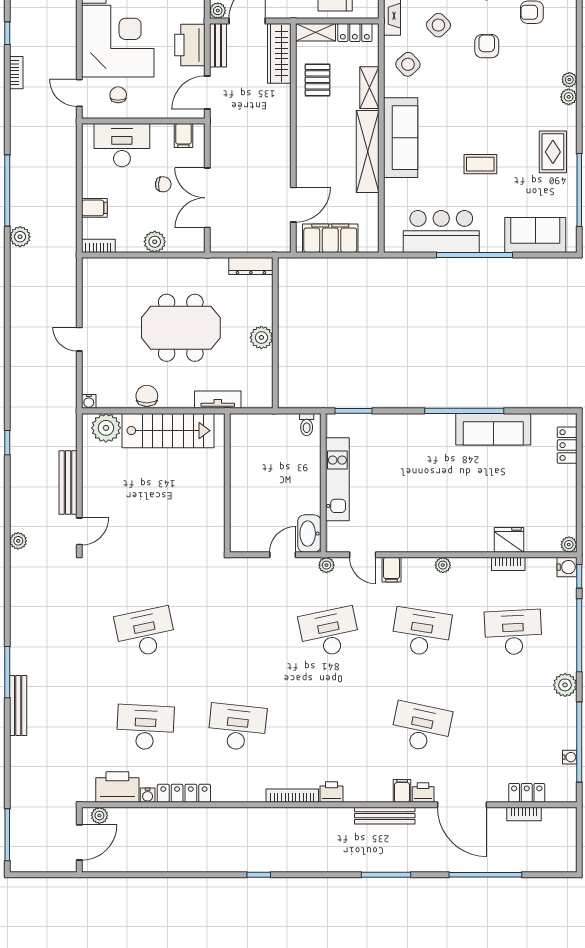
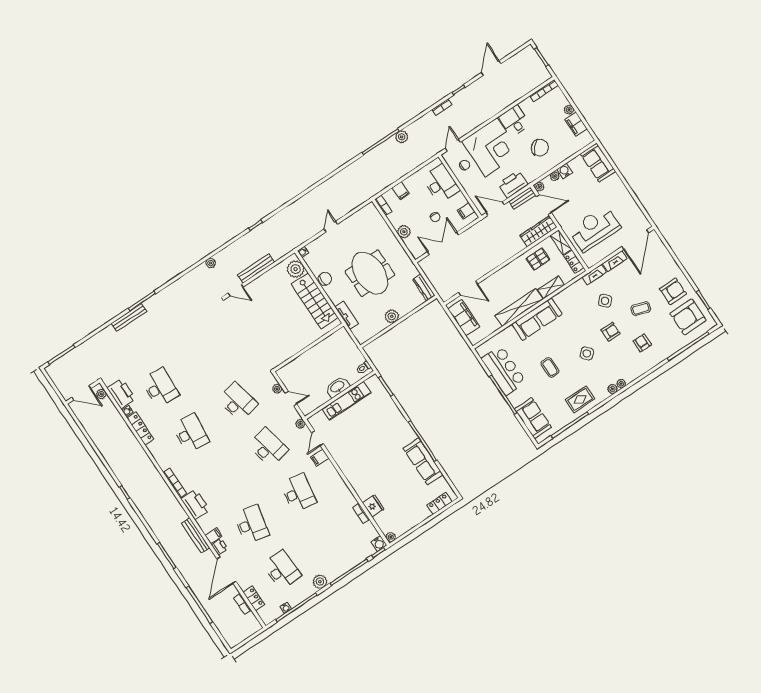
side table: (408, 64) -> (587, 353), moved
plant: (20, 237) -> (402, 137), moved
washbasin: (309, 534) -> (337, 387), moved
plant: (443, 565) -> (277, 389), moved
desk: (145, 632) -> (238, 402), moved
desk: (513, 632) -> (282, 570), moved
printer: (331, 792) -> (195, 504), width x1.87, depth x1.48

